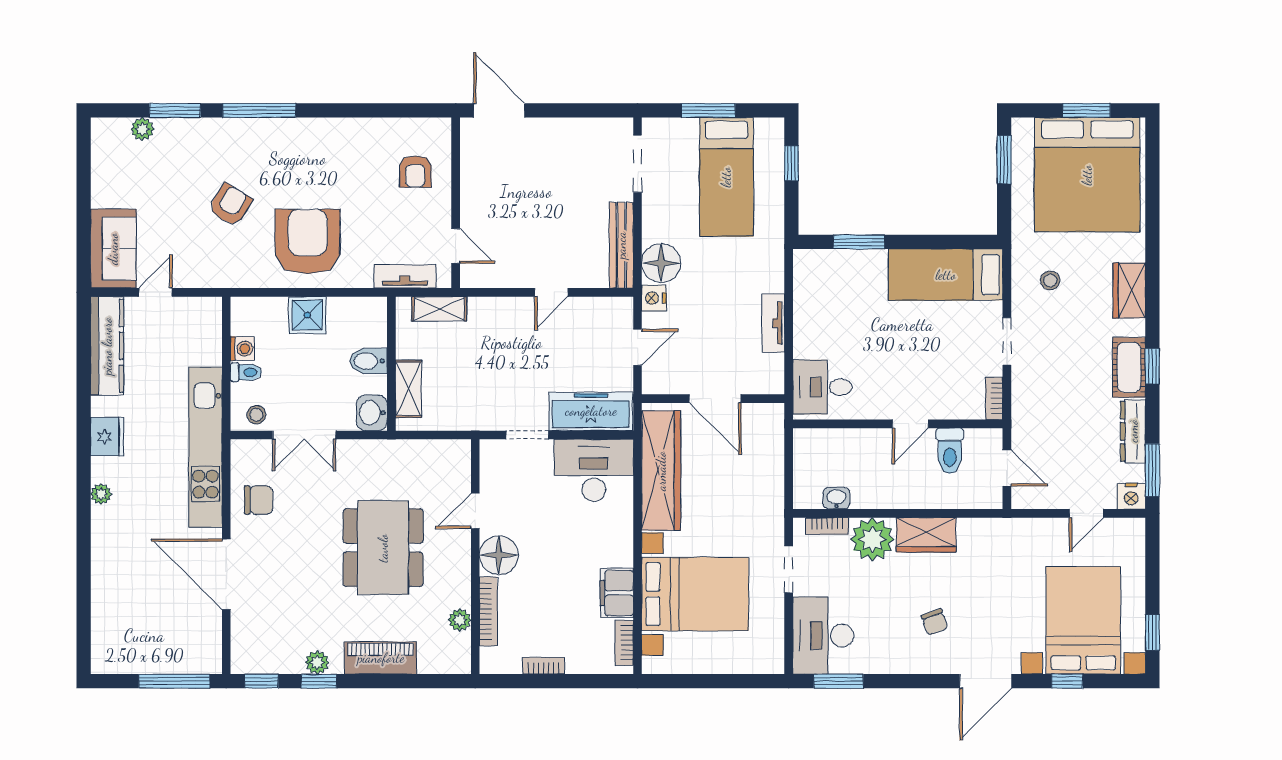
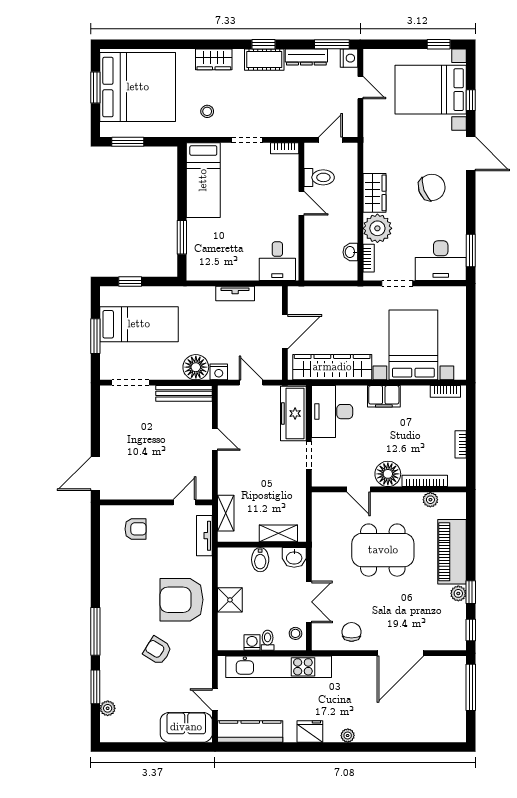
kitchen unit: (205, 447) -> (279, 667), moved
filing cabinet: (617, 593) -> (384, 396), moved
chair: (935, 622) -> (432, 187), width x1.87, depth x1.87
piano: (381, 658) -> (452, 552), width x1.37, depth x1.33

